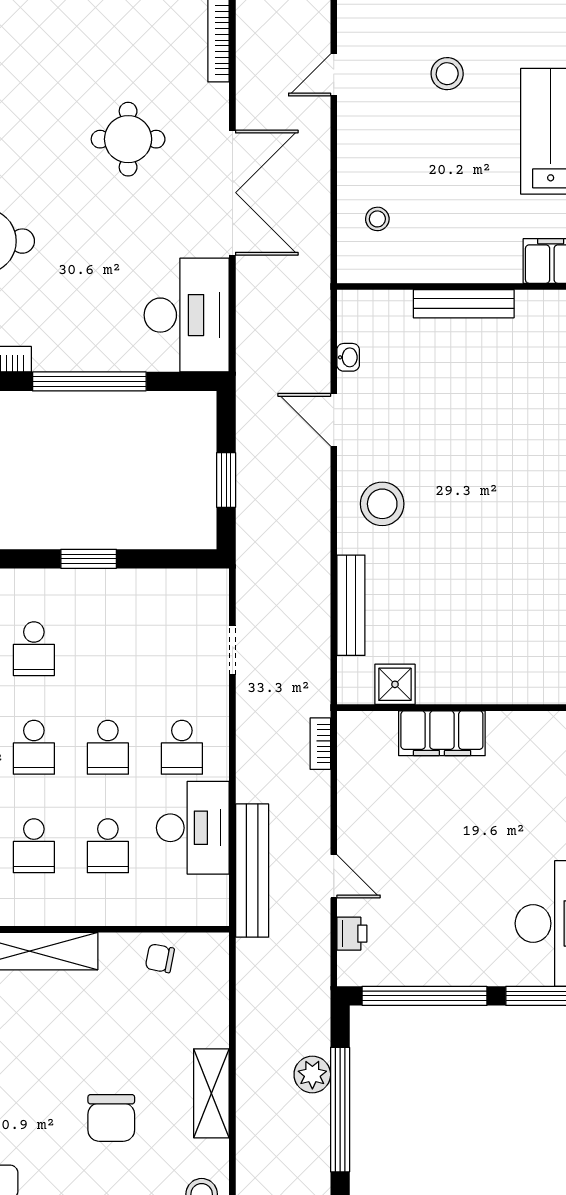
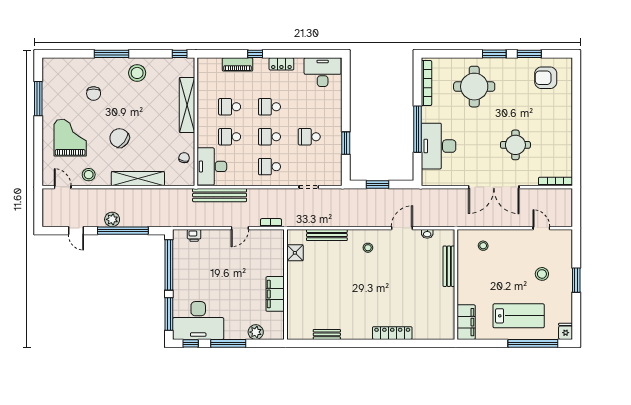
bench: (464, 304) -> (449, 266), moved
desk: (187, 315) -> (438, 146), moved, turned 90
stool: (382, 504) -> (368, 248), width x0.53, depth x0.53
window: (89, 559) -> (346, 143), moved
school desk: (34, 649) -> (309, 137), moved
filing cabinet: (442, 733) -> (275, 294), moved
desk: (193, 828) -> (212, 166), moved, turned 90
door: (334, 876) -> (240, 228), moved
plant: (312, 1075) -> (112, 219), moved
shelving: (211, 1093) -> (138, 179), width x1.47
chair: (111, 1118) -> (119, 138), turned 38

